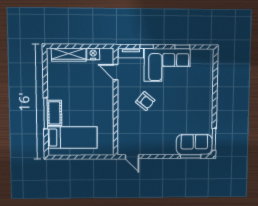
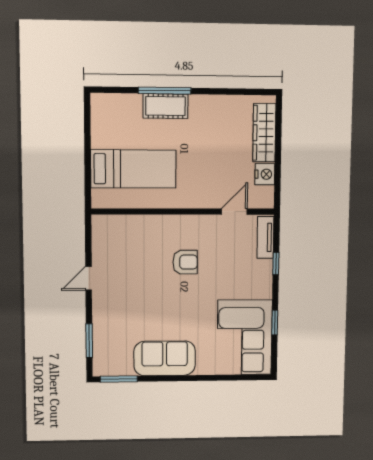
corner sofa: (167, 65) -> (245, 337), moved
armchair: (145, 101) -> (185, 262), turned -129
bed: (72, 137) -> (133, 169), moved, turned -90
sofa: (194, 144) -> (165, 358), moved, turned -90
door: (132, 157) -> (89, 278), moved

